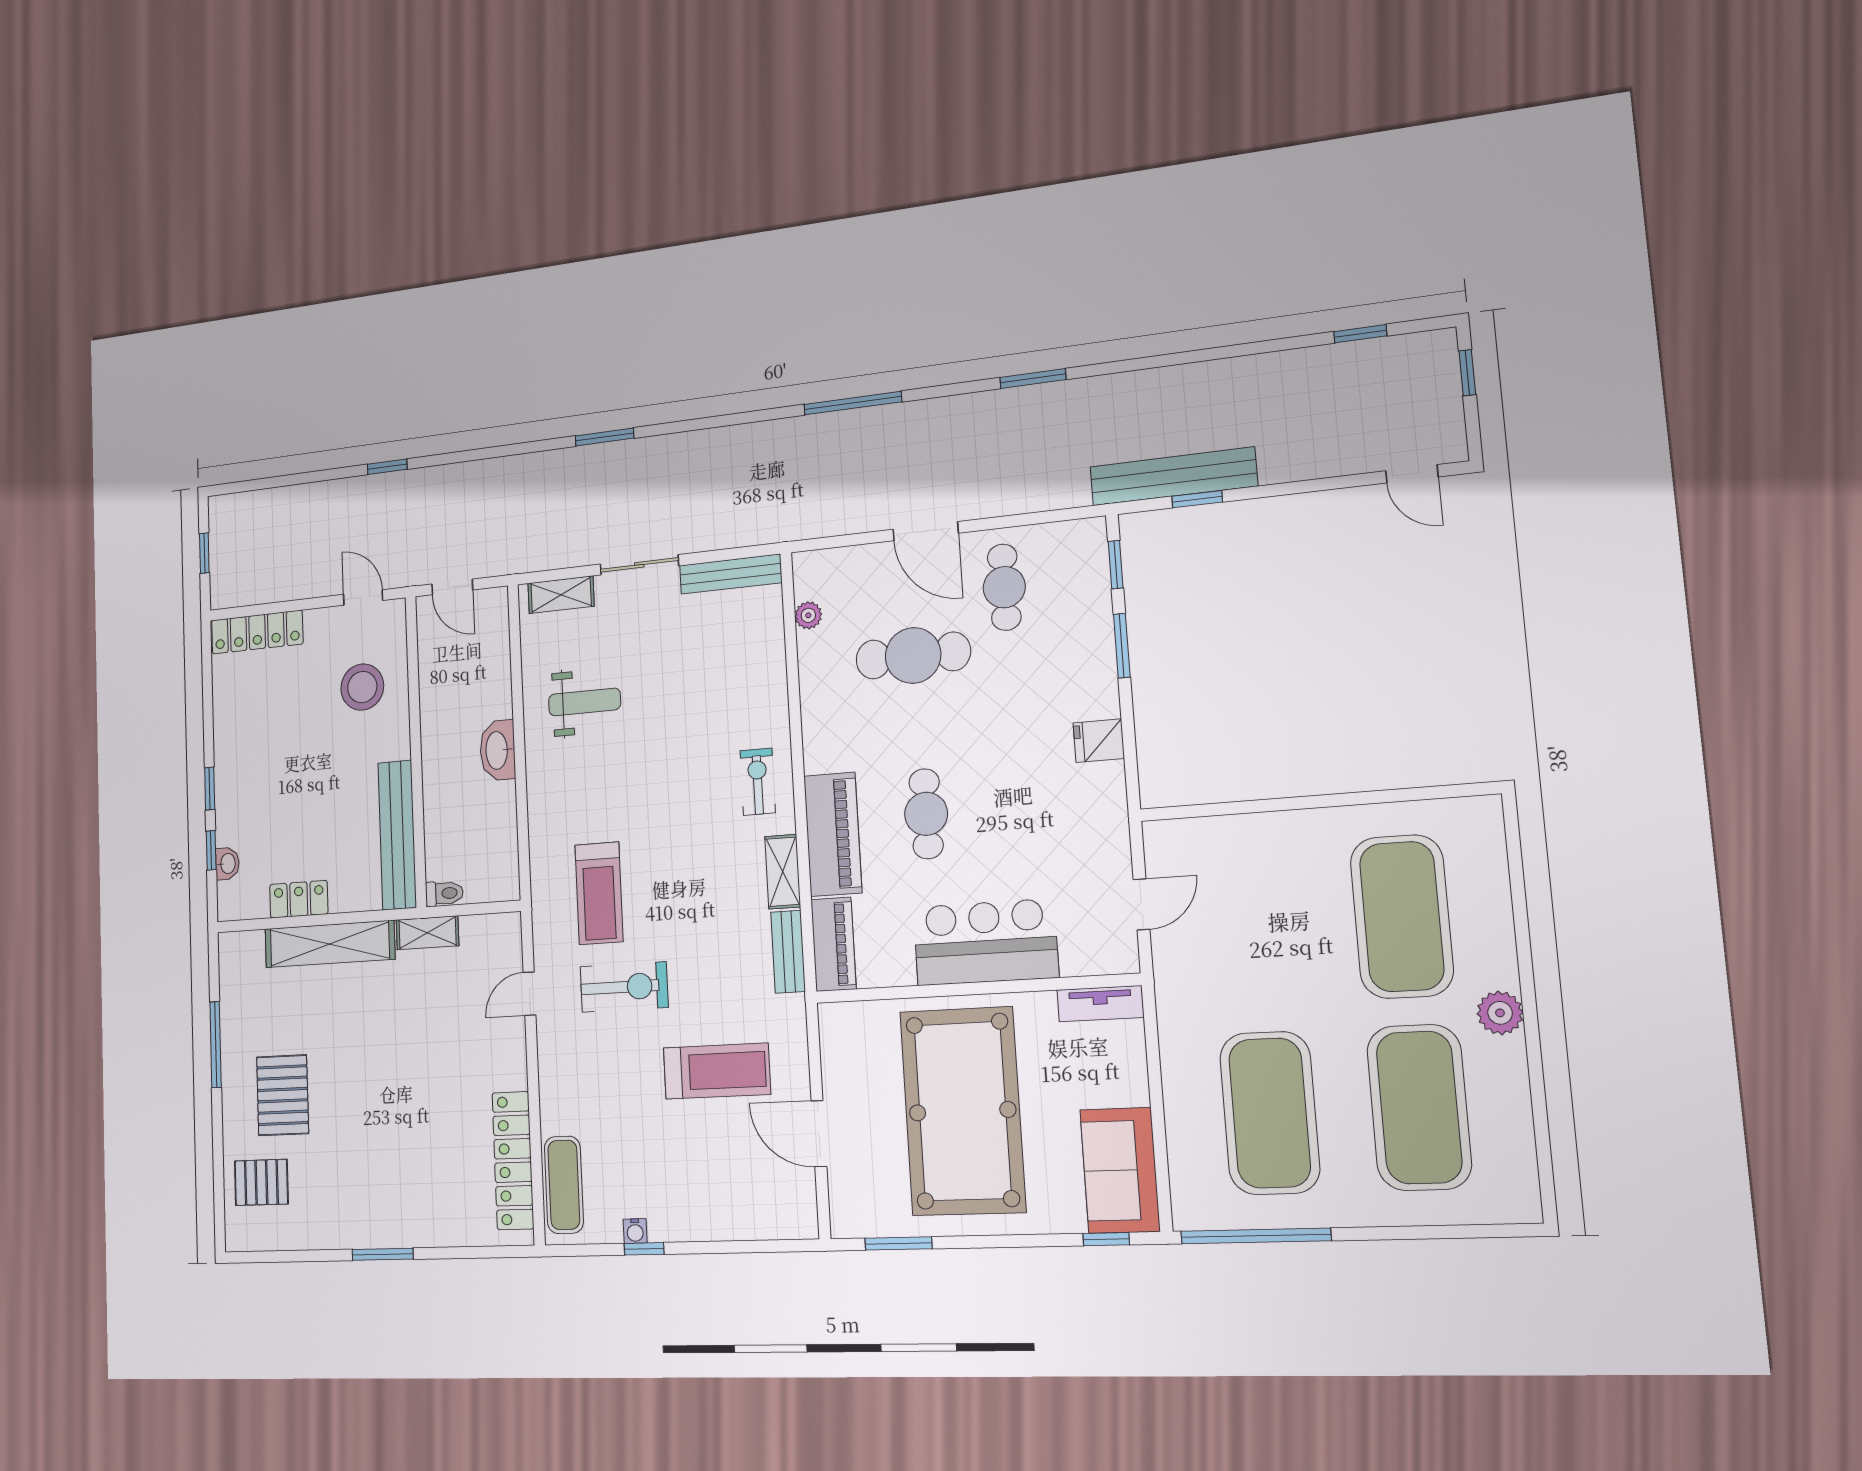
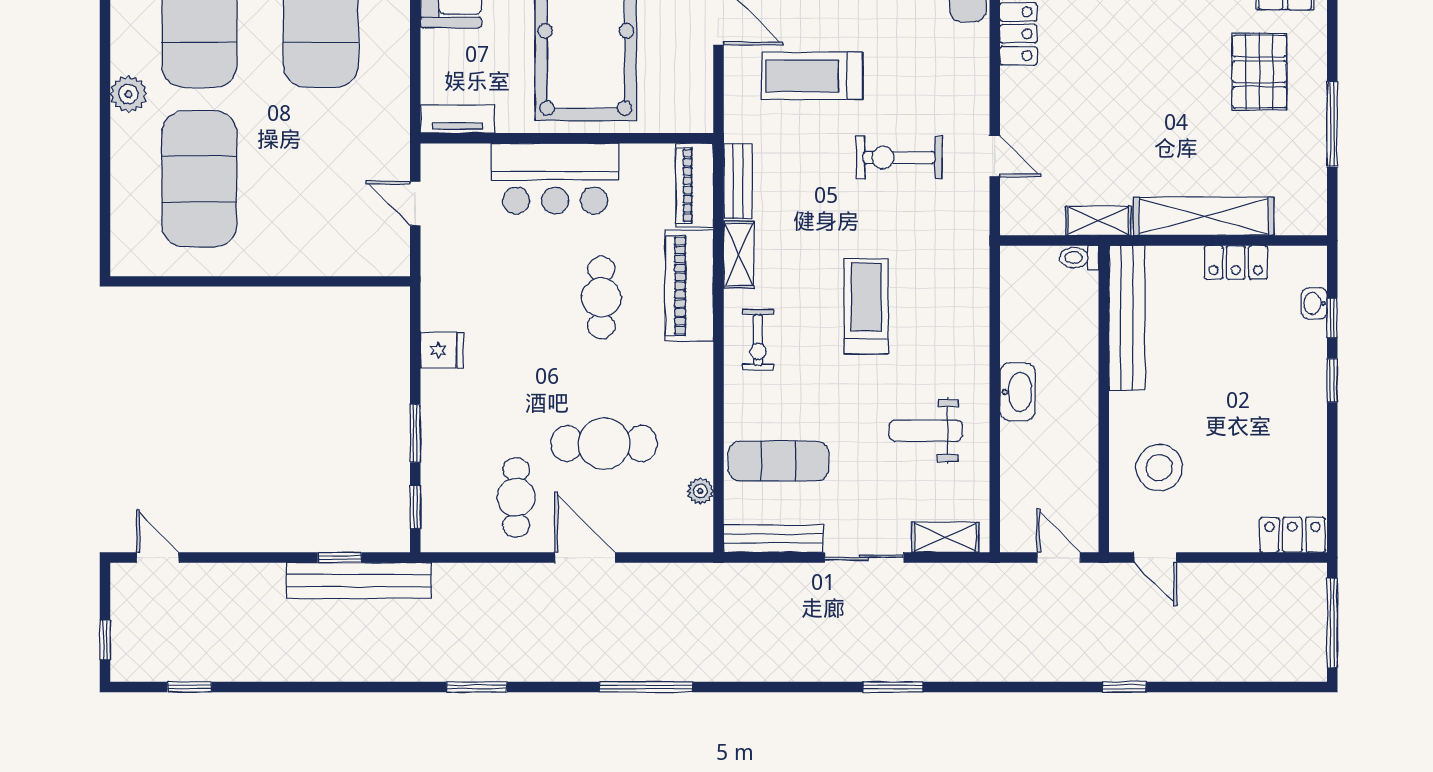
window: (204, 553) -> (1332, 623), width x2.17
locker: (257, 632) -> (1292, 535), width x0.66
exercise mat: (730, 656) -> (778, 461), added
treadmill: (599, 893) -> (866, 306), moved
door: (1141, 904) -> (415, 203), hinge flipped
door: (529, 994) -> (995, 156), hinge flipped

